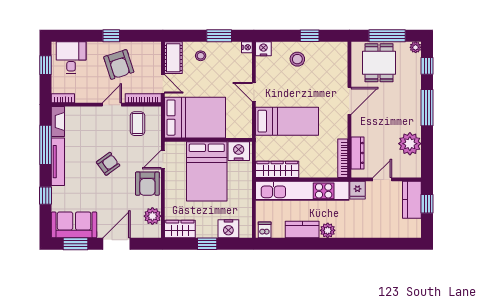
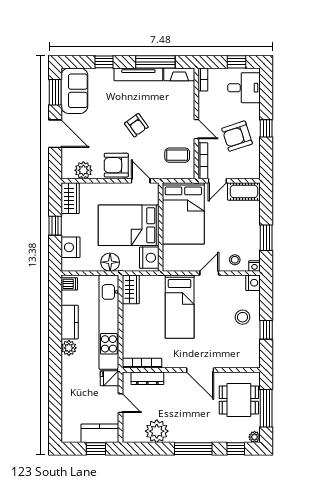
stool: (201, 56) -> (235, 260), moved
wardrobe: (277, 169) -> (131, 289), width x0.67
floor lamp: (243, 190) -> (110, 262), added

